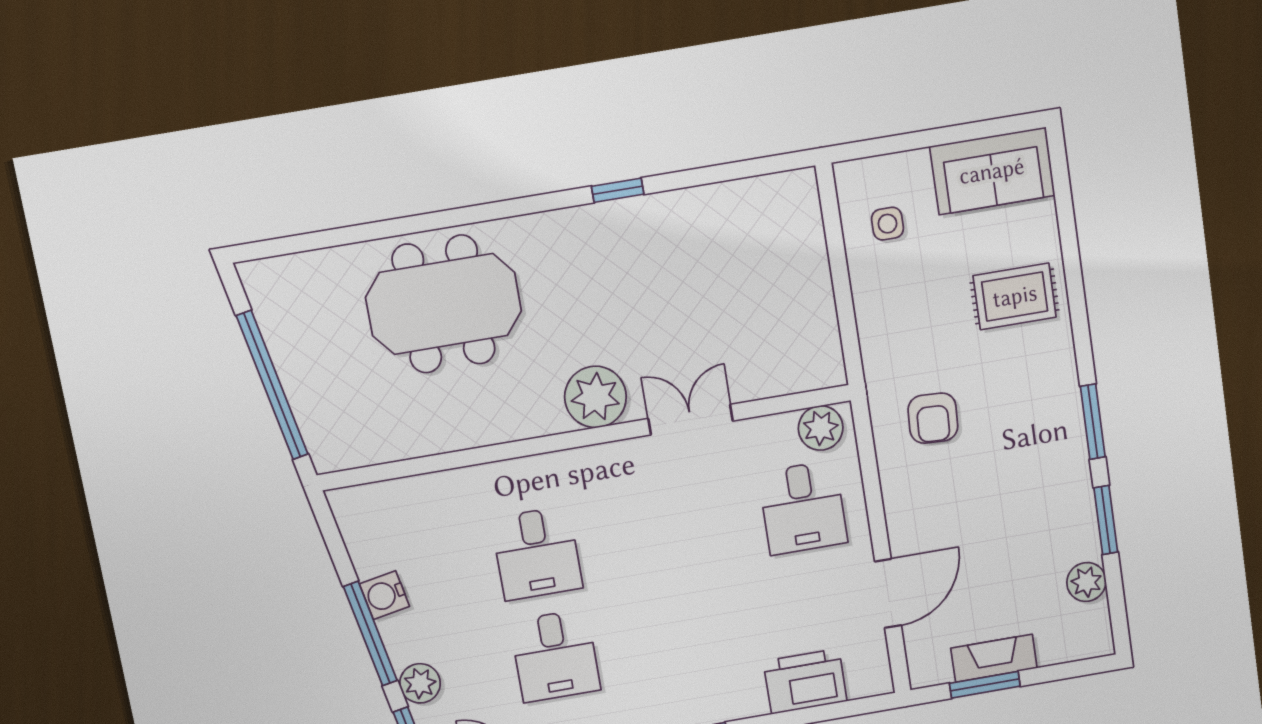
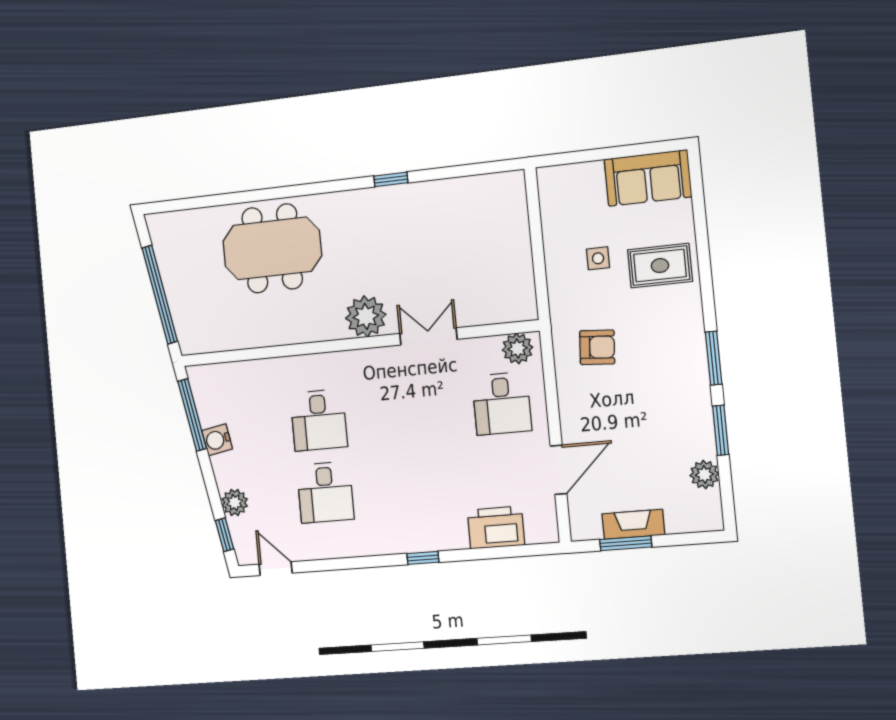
side table: (887, 224) -> (598, 258), moved
armchair: (933, 418) -> (597, 347), turned -89
window: (370, 634) -> (192, 415), moved

